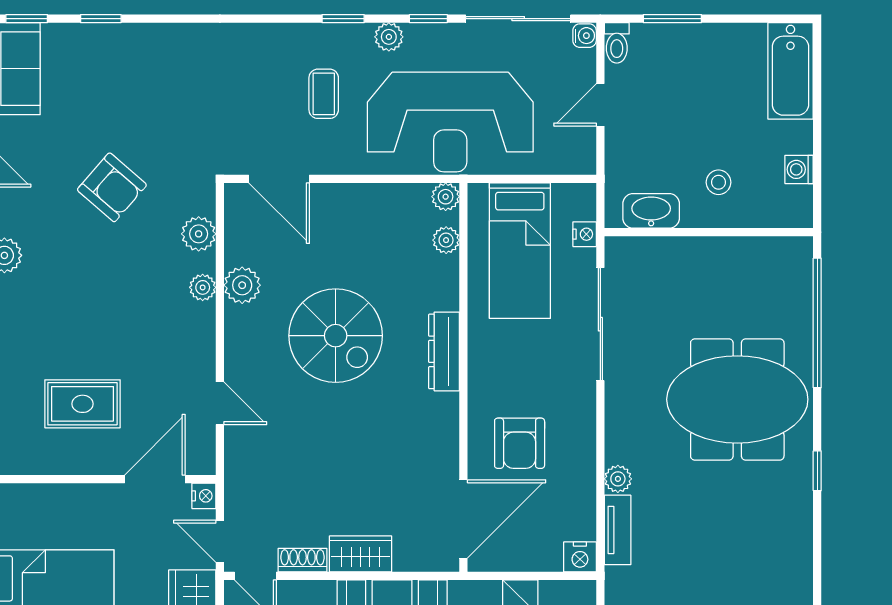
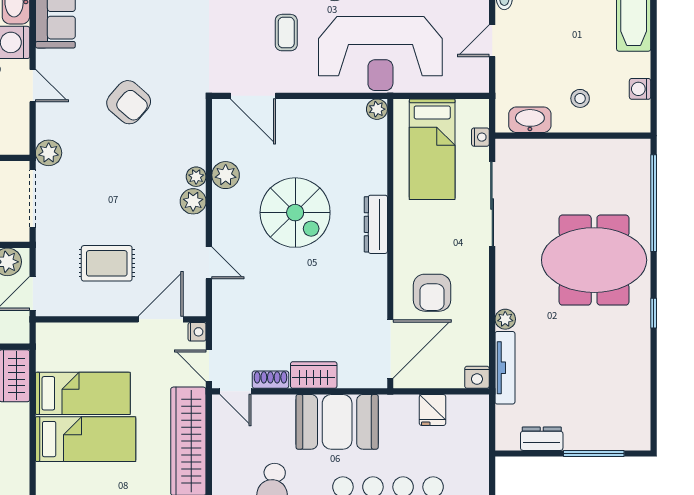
plant: (199, 234) -> (193, 201), moved
plant: (446, 240) -> (377, 141), removed
tv unit: (618, 530) -> (505, 368), width x1.41

